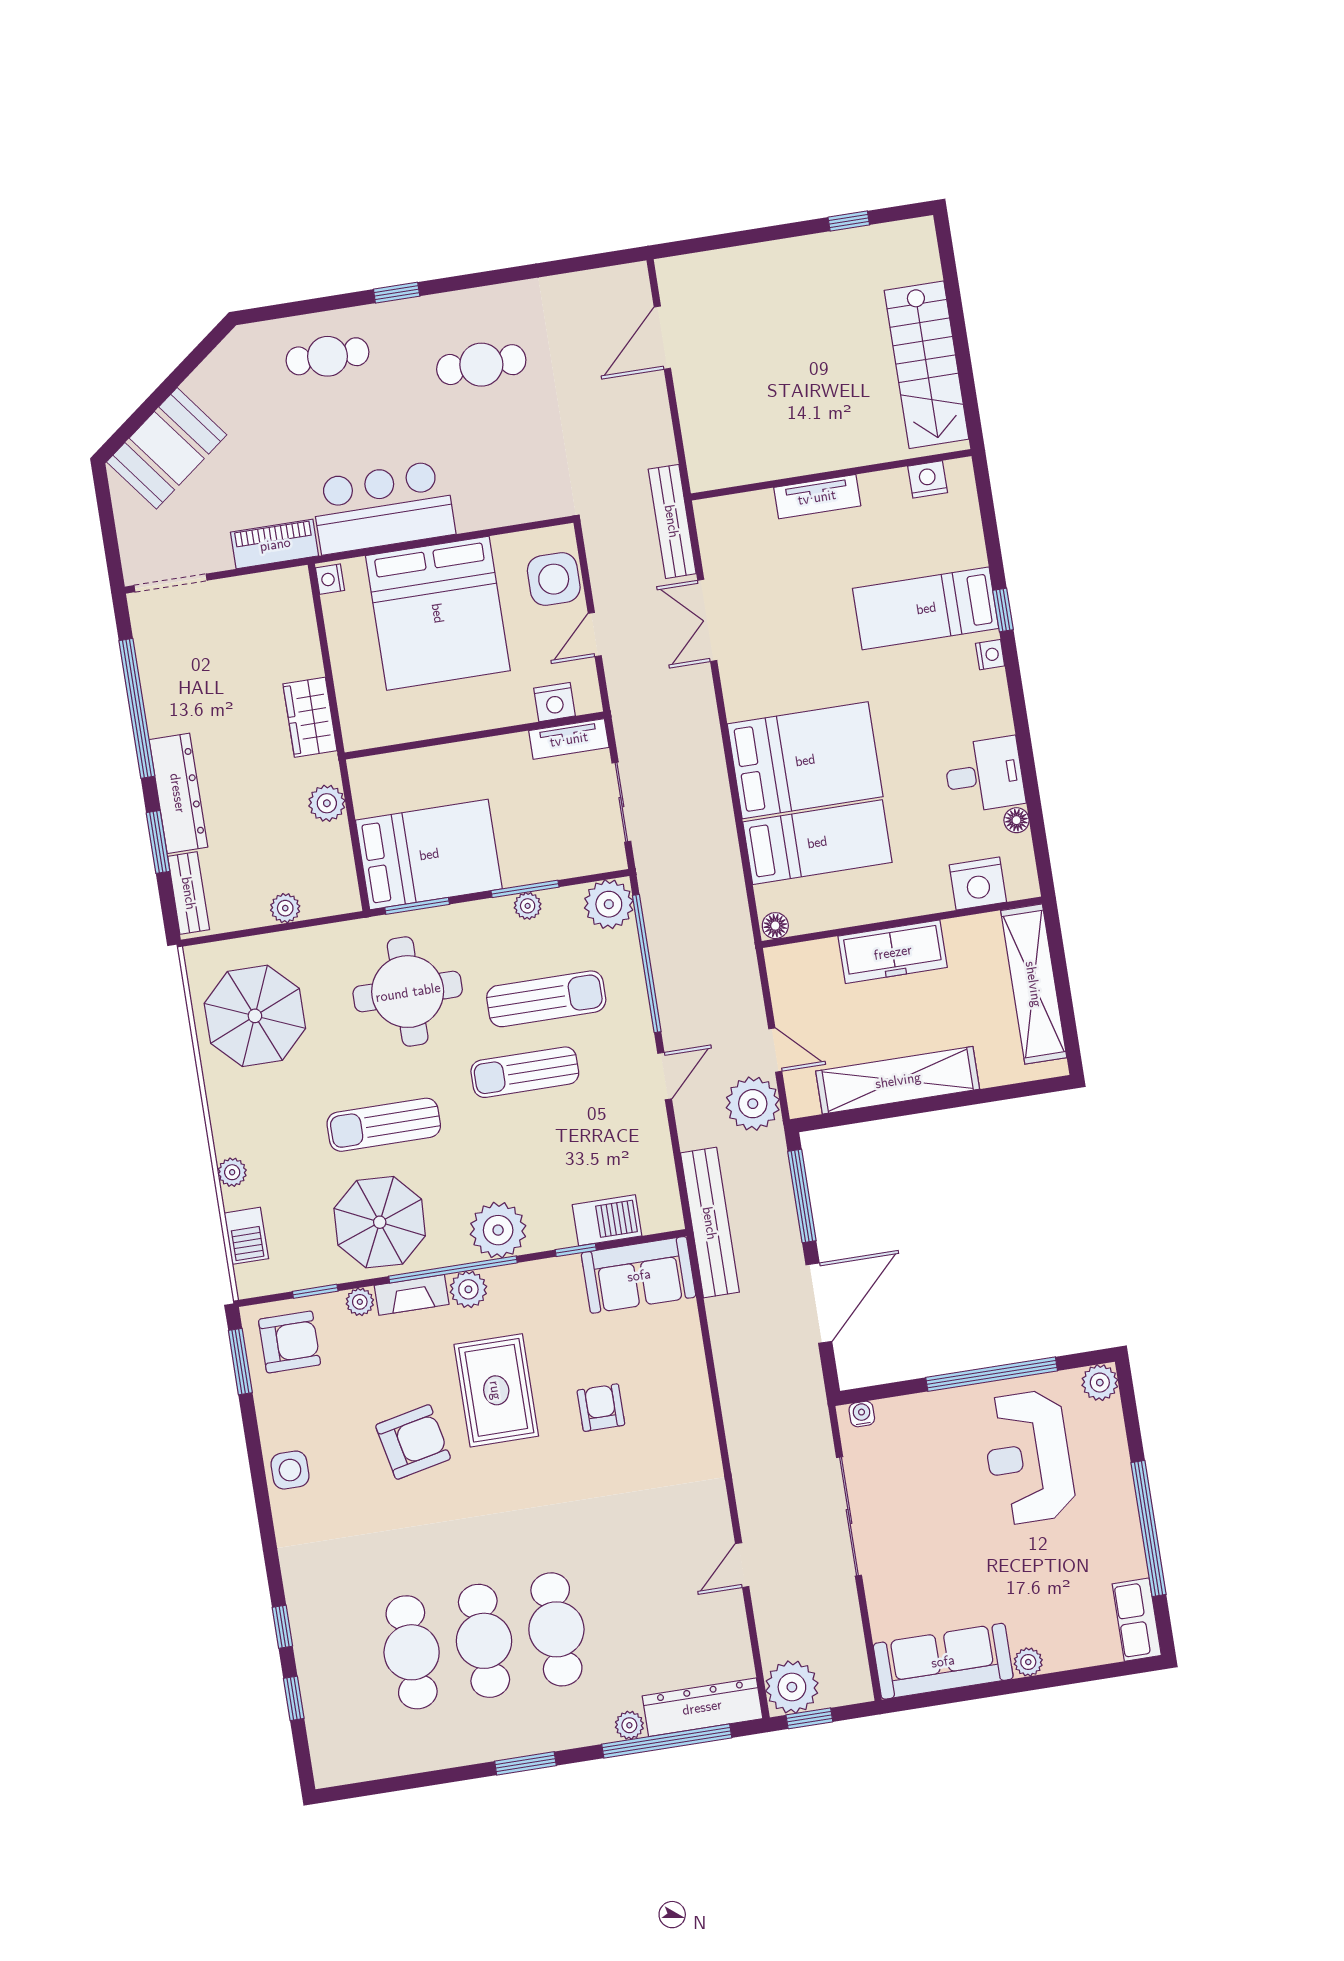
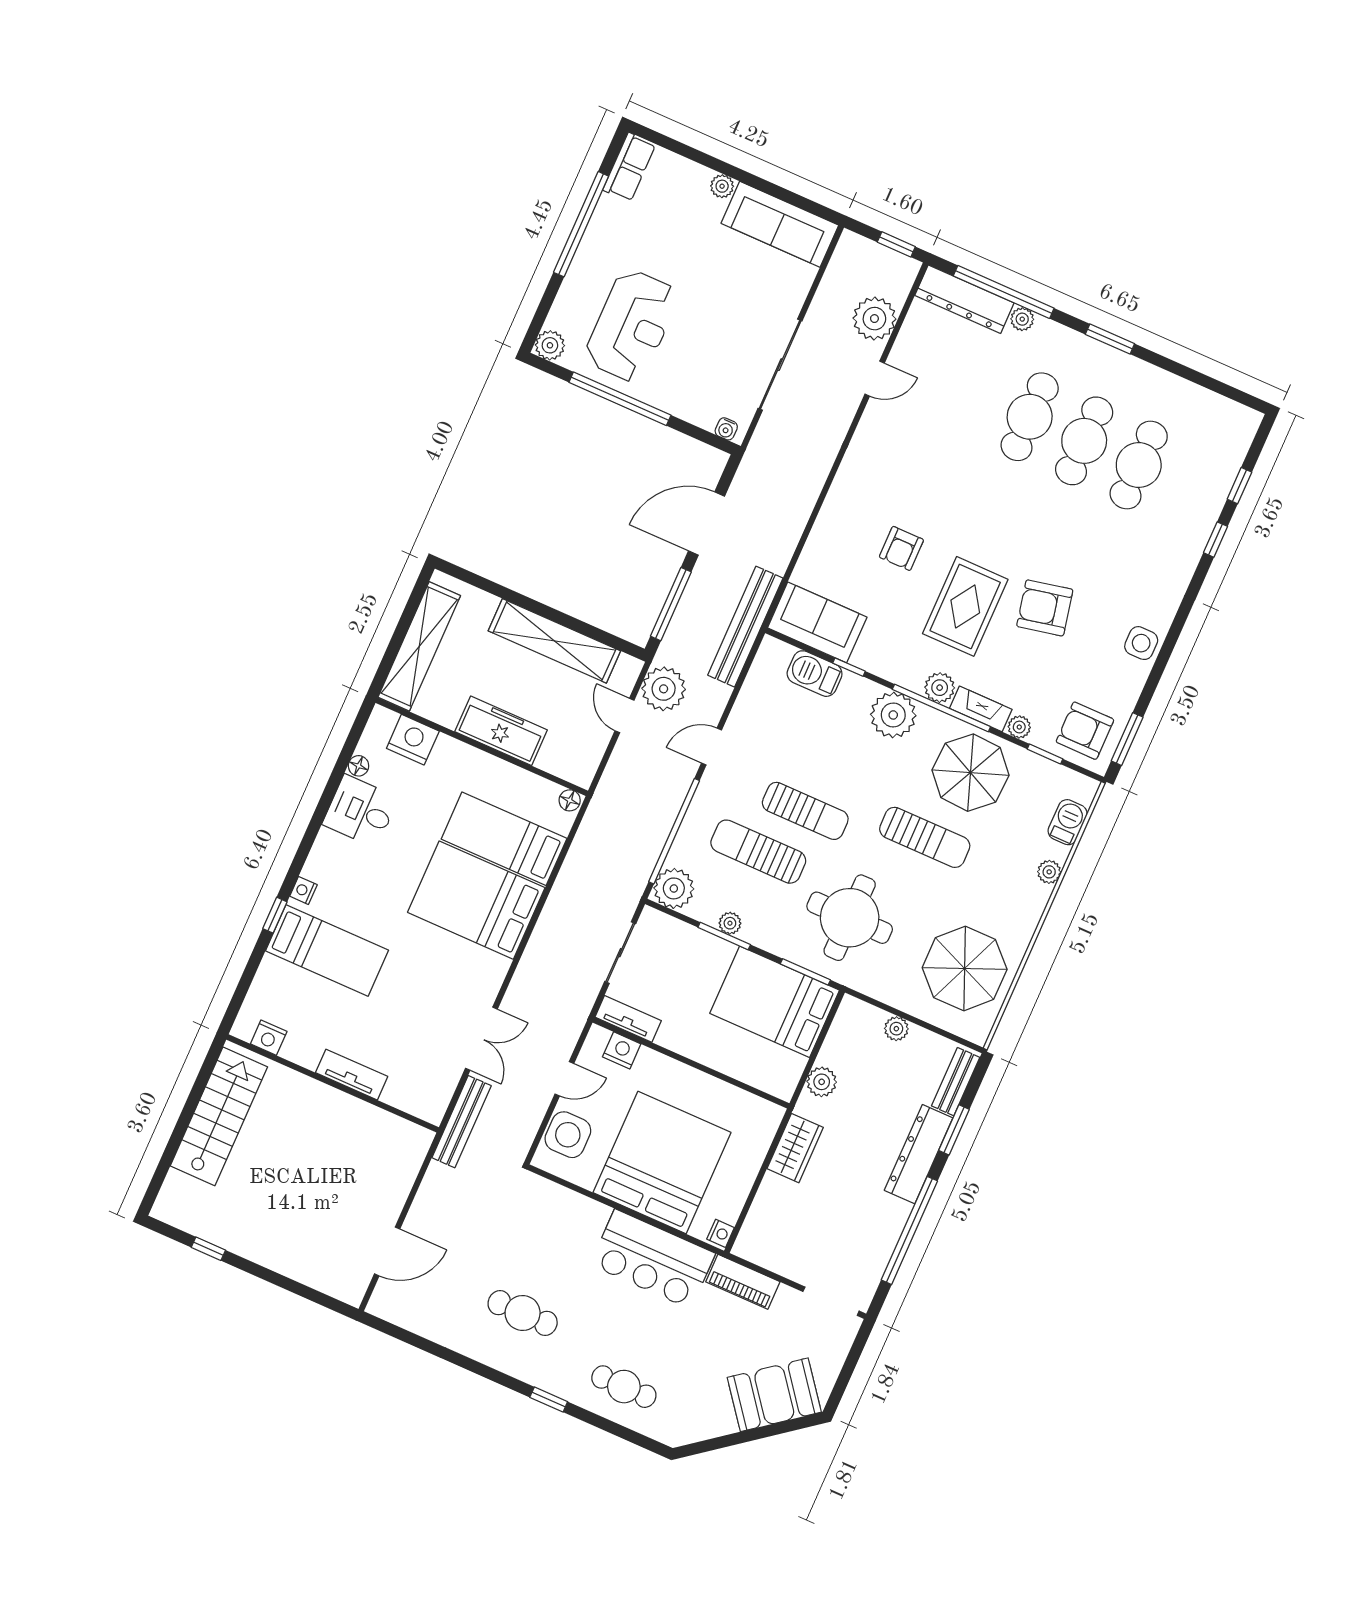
plant: (792, 1687) -> (874, 319), moved

